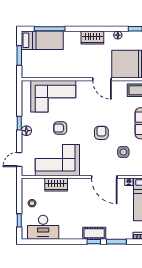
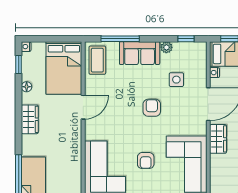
armchair: (101, 133) -> (152, 108), turned 90
wardrobe: (56, 185) -> (218, 139), moved

